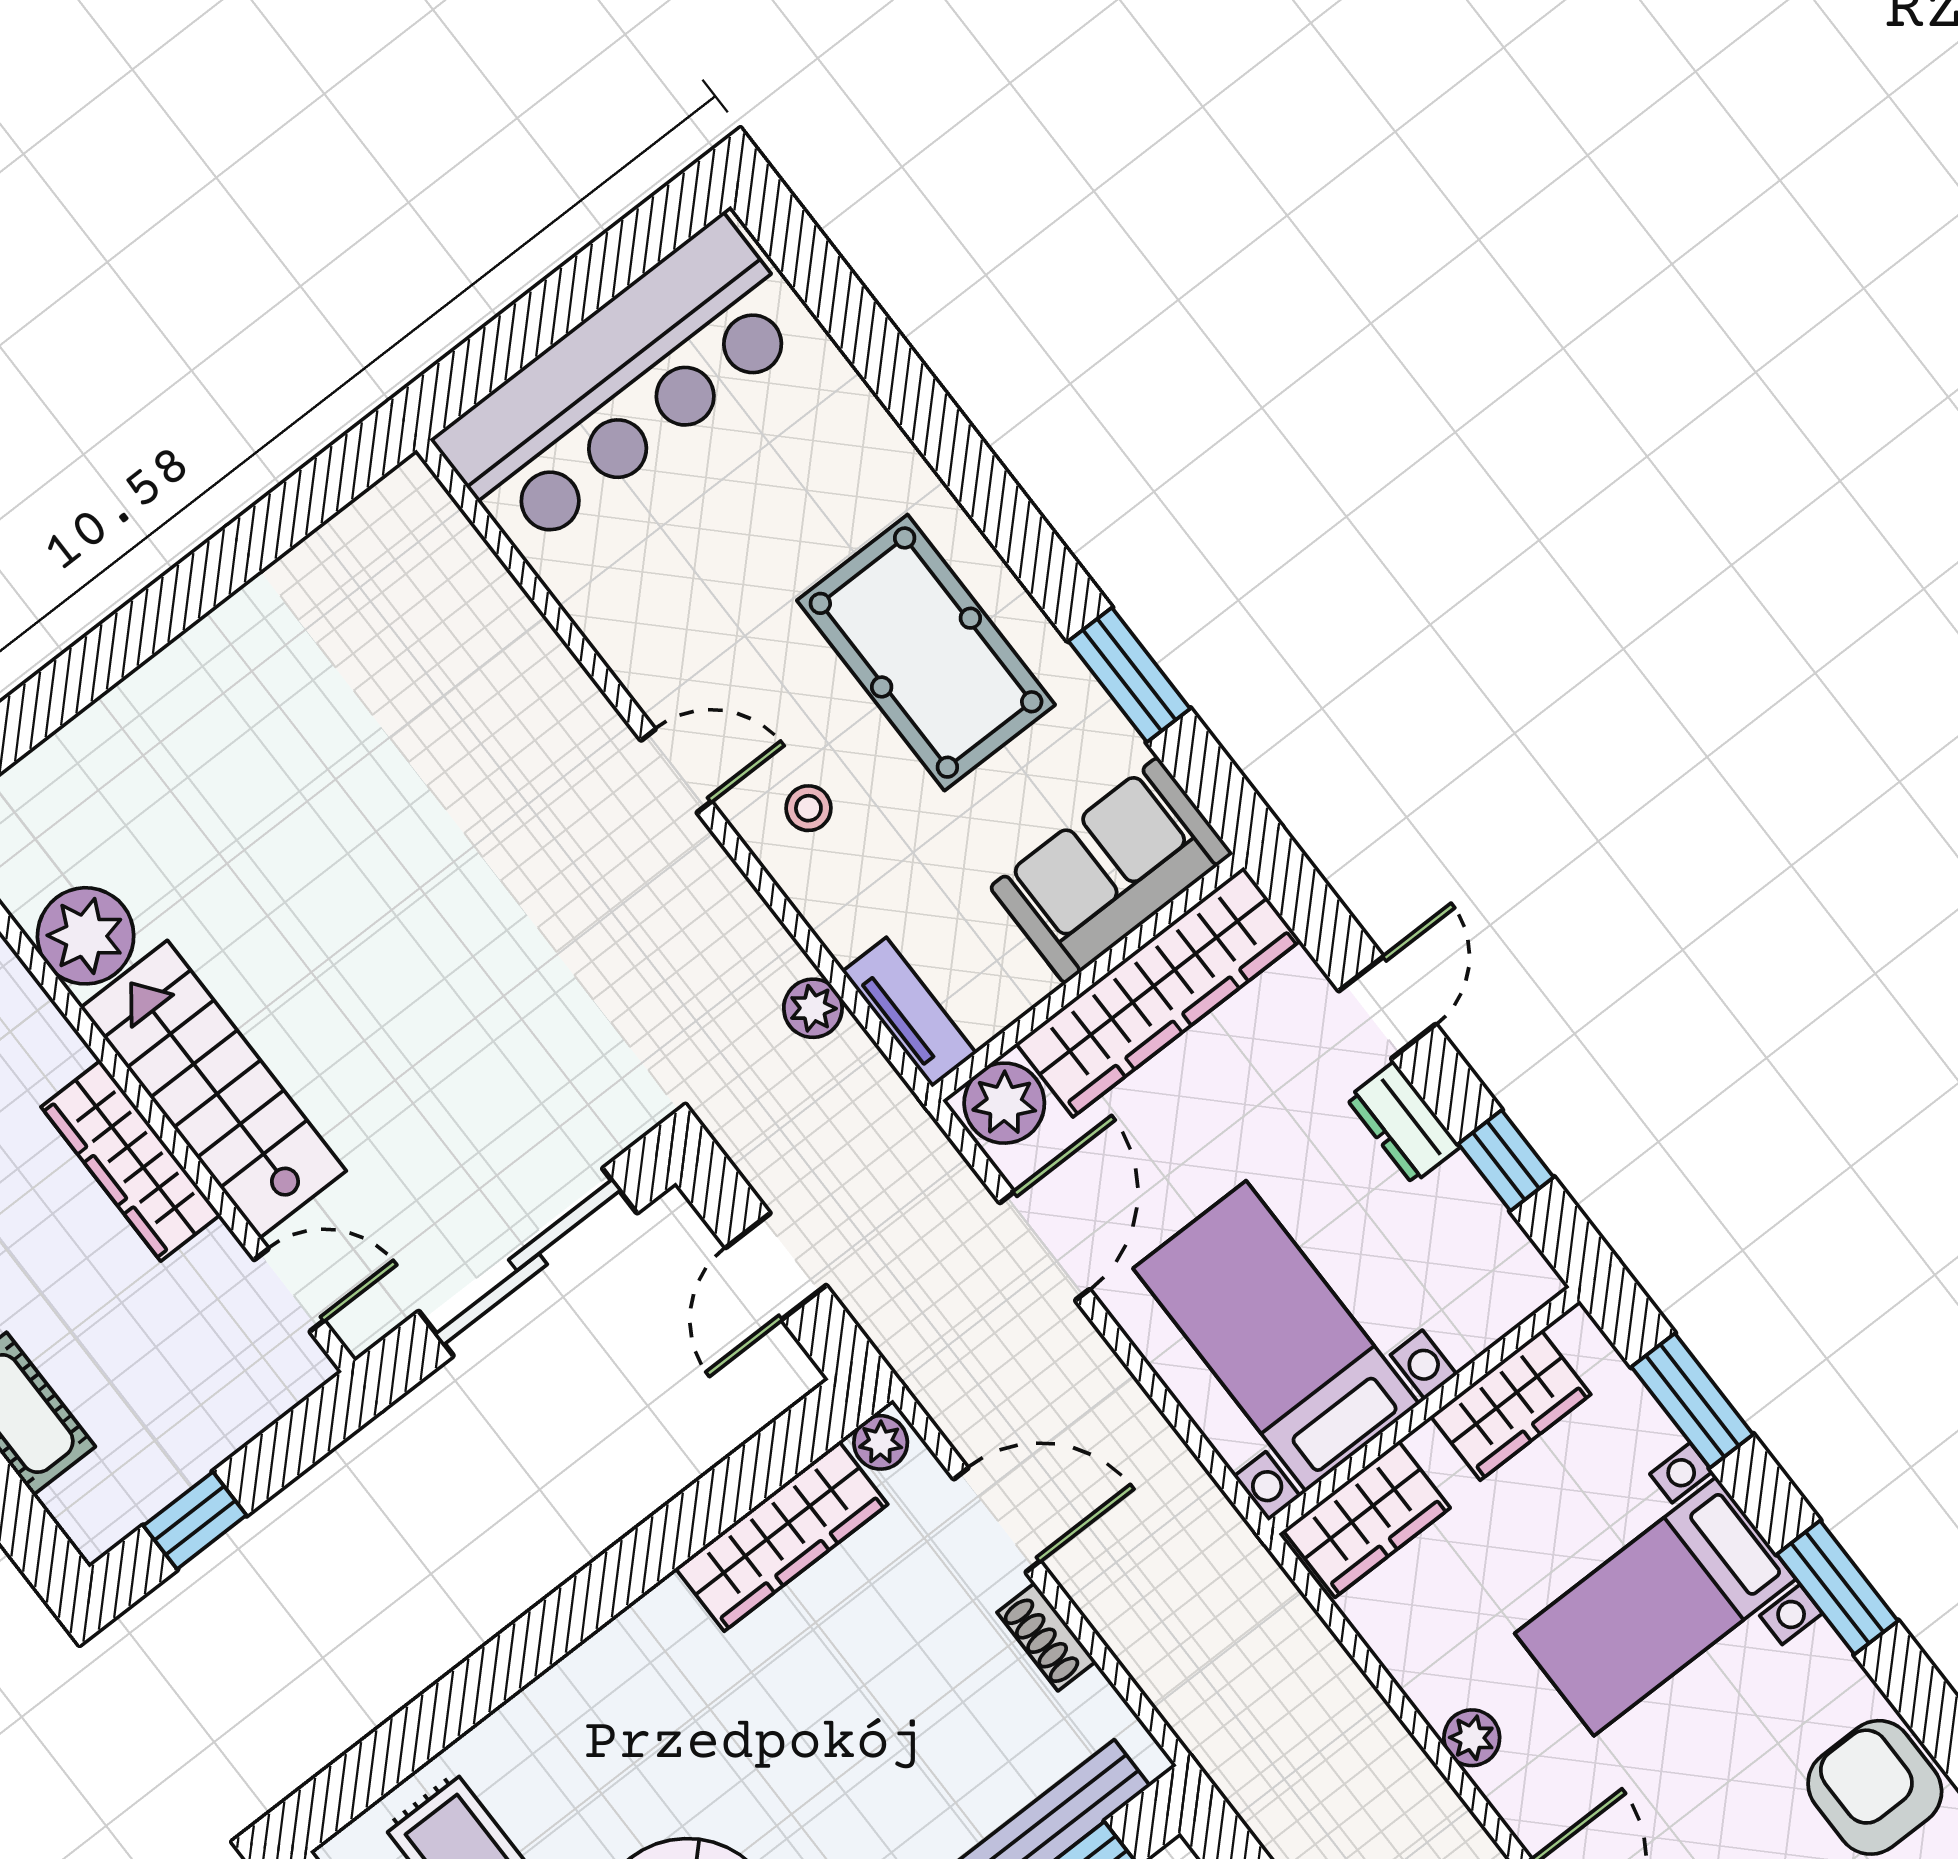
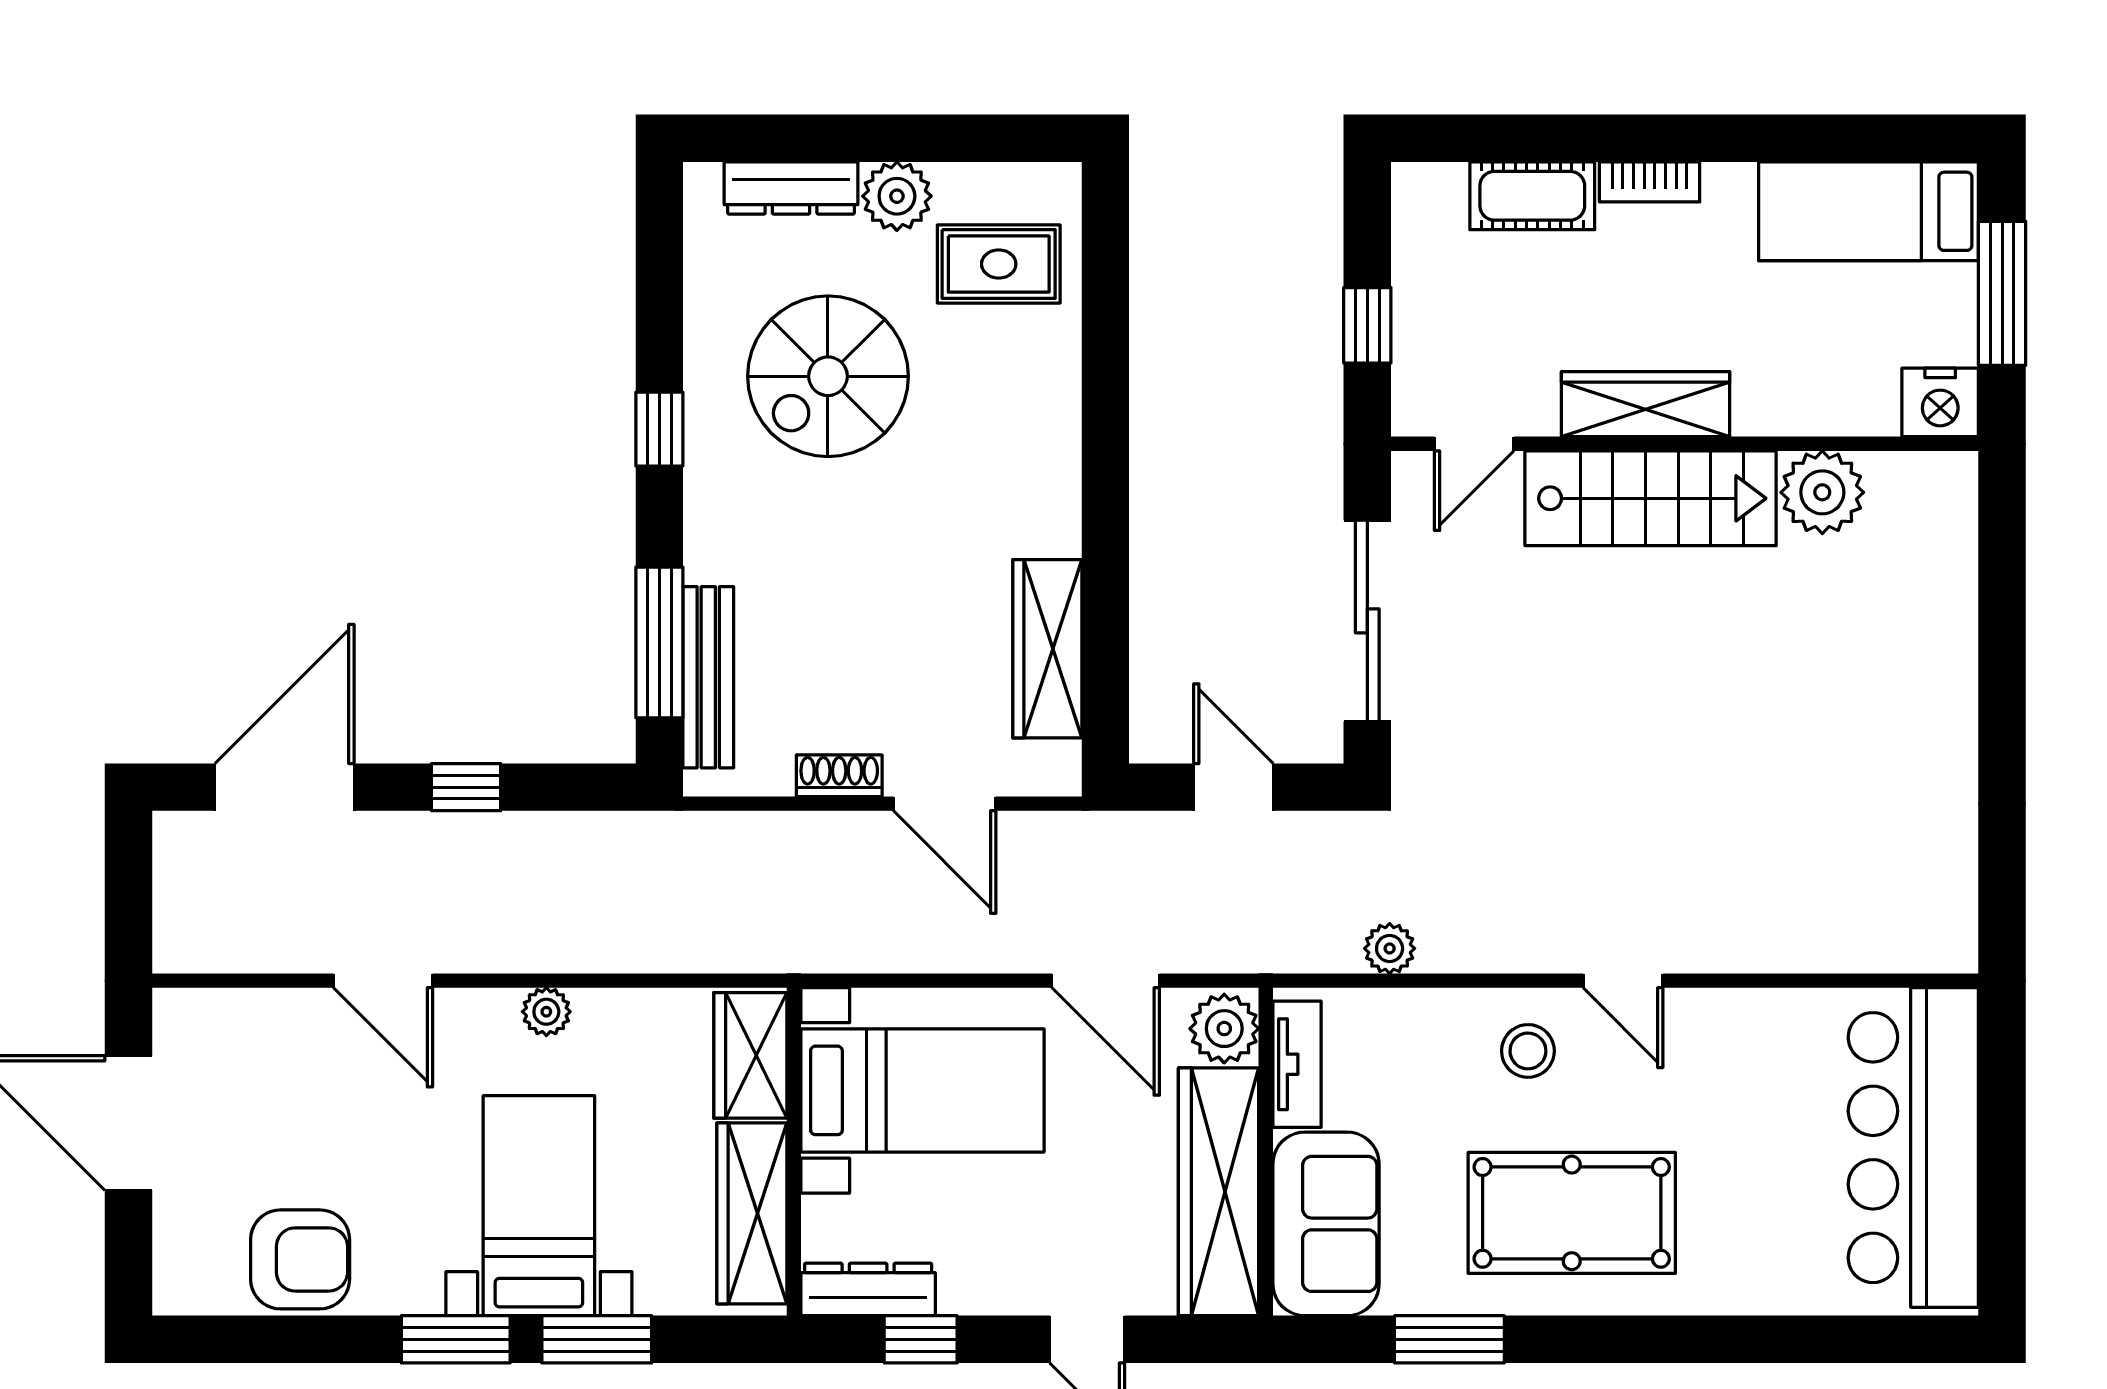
door: (676, 771) -> (1623, 981), hinge flipped
stool: (808, 808) -> (1528, 1051), width x1.37, depth x1.37
tv unit: (909, 1012) -> (1297, 1064), moved, turned -90
dresser: (1403, 1123) -> (868, 1289), moved, width x1.44
window: (1692, 1401) -> (597, 1339), moved
wardrobe: (1511, 1405) -> (752, 1213), width x1.50
plant: (881, 1442) -> (1059, 766), removed
window: (195, 1520) -> (1367, 325), moved
door: (997, 1520) -> (945, 804), hinge flipped

